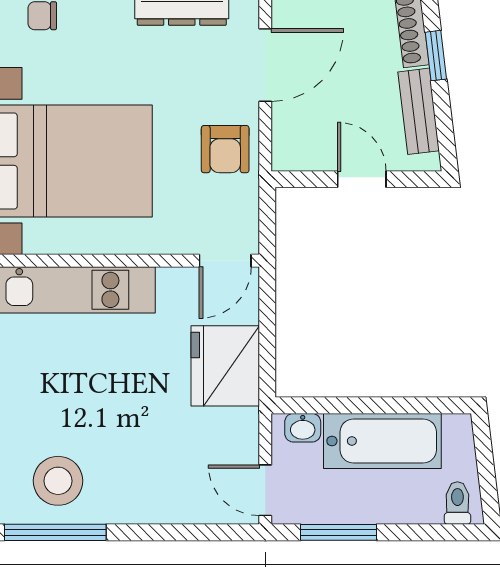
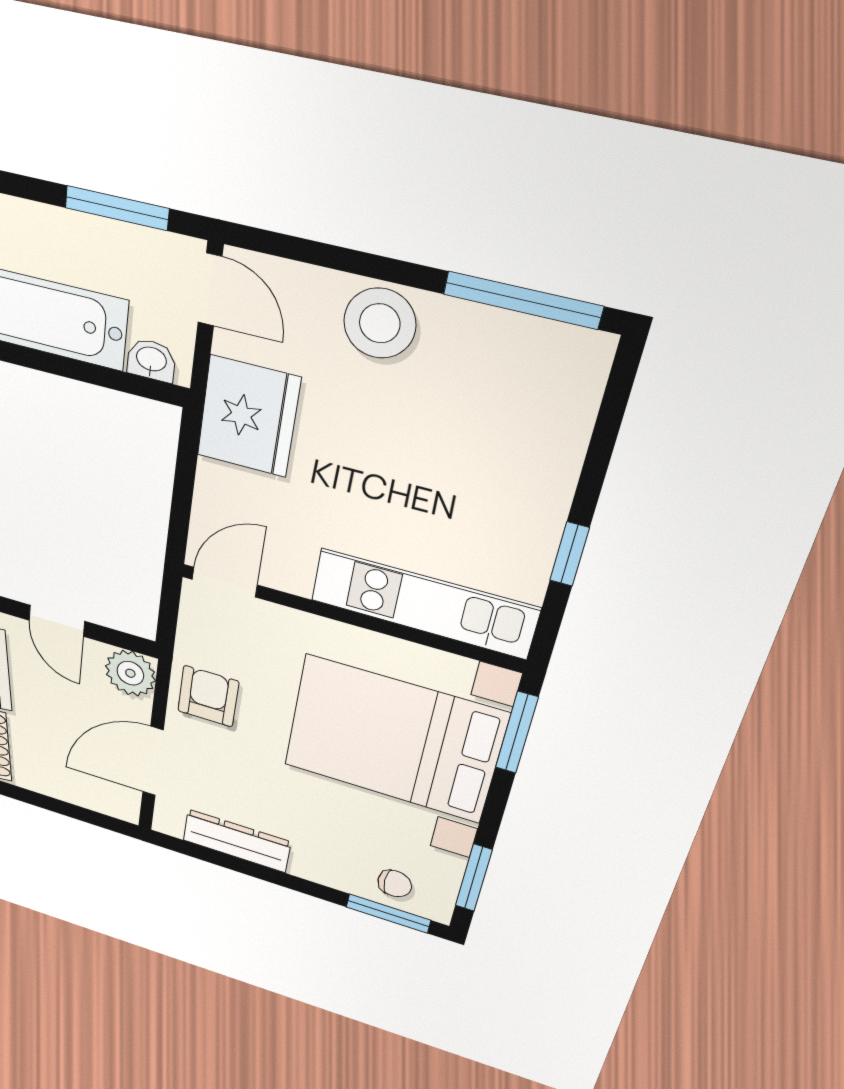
plant: (294, 149) -> (130, 673), added
fridge: (225, 366) -> (248, 417), moved
stool: (58, 481) -> (380, 323), moved

